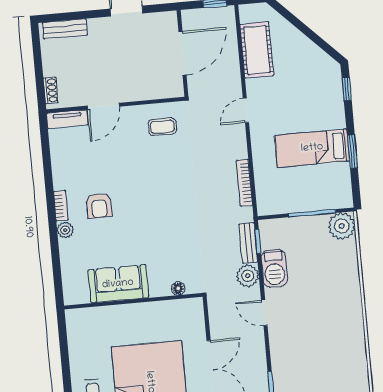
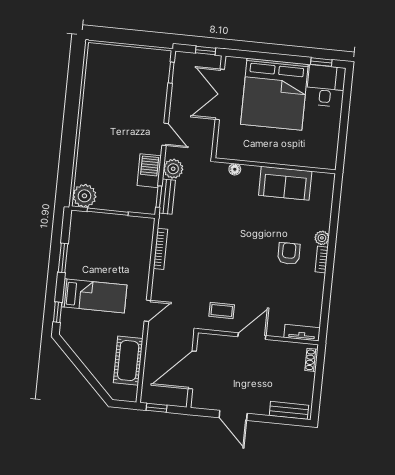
door: (103, 106) -> (252, 336), moved
bed: (312, 148) -> (94, 296), moved

